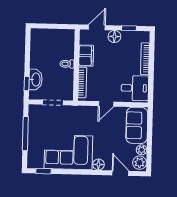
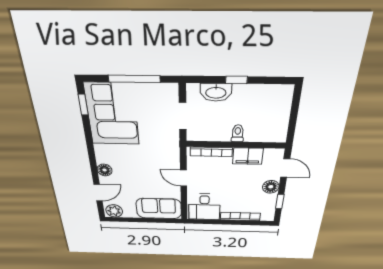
window: (27, 84) -> (236, 80), moved
plant: (142, 150) -> (130, 213), removed
corner sofa: (68, 152) -> (112, 114), moved

